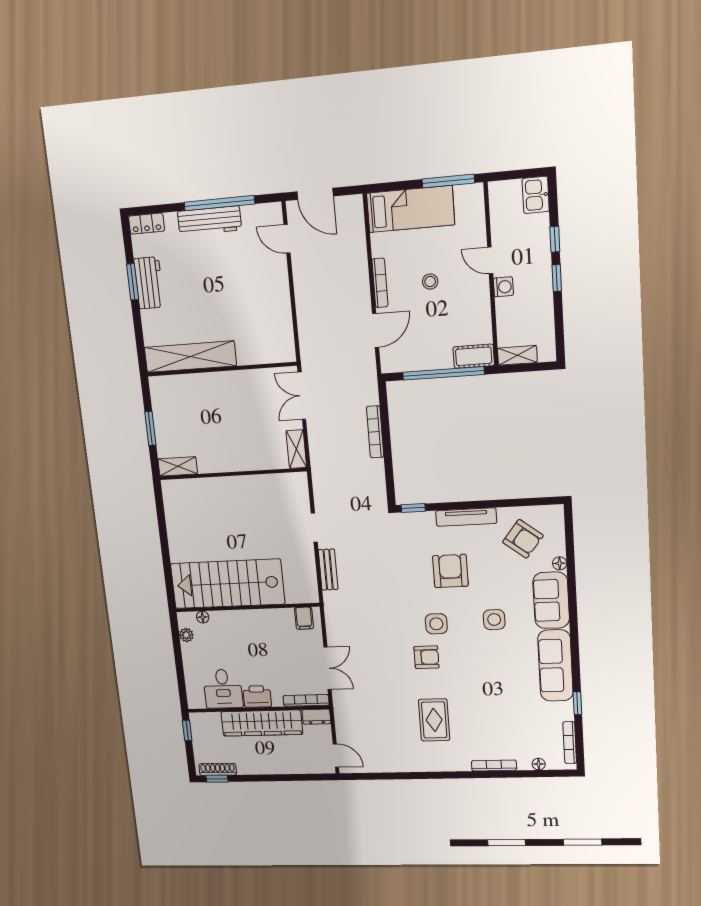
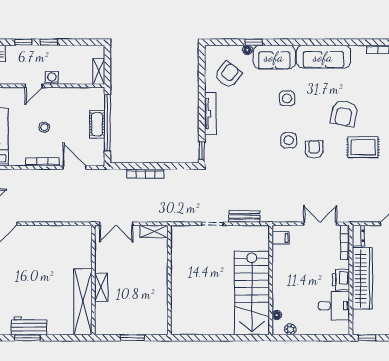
cot: (474, 356) -> (97, 124), moved
shelving: (178, 466) -> (101, 287), moved
armchair: (450, 571) -> (344, 113), moved, turned -79
window: (577, 703) -> (254, 42), moved

